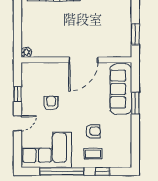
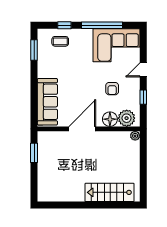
floor lamp: (53, 70) -> (110, 119), added
plant: (35, 71) -> (127, 118), added
window: (135, 103) -> (34, 50), moved
armchair: (93, 131) -> (73, 63), removed
coffee table: (93, 154) -> (60, 41), moved

